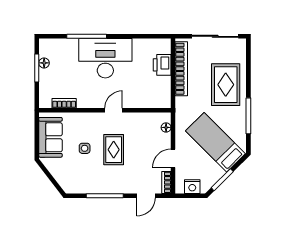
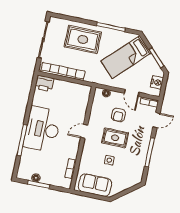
printer: (162, 65) -> (44, 83), moved
door: (114, 110) -> (84, 131), hinge flipped
armchair: (143, 148) -> (118, 115), added
door: (146, 196) -> (156, 120), hinge flipped

